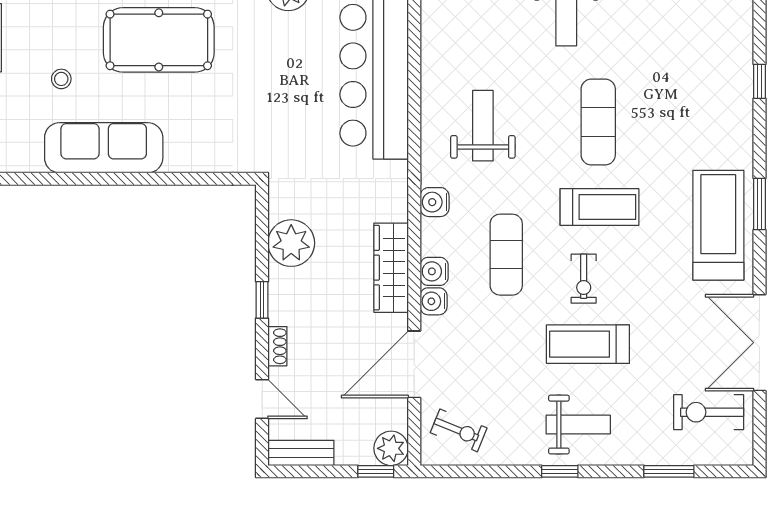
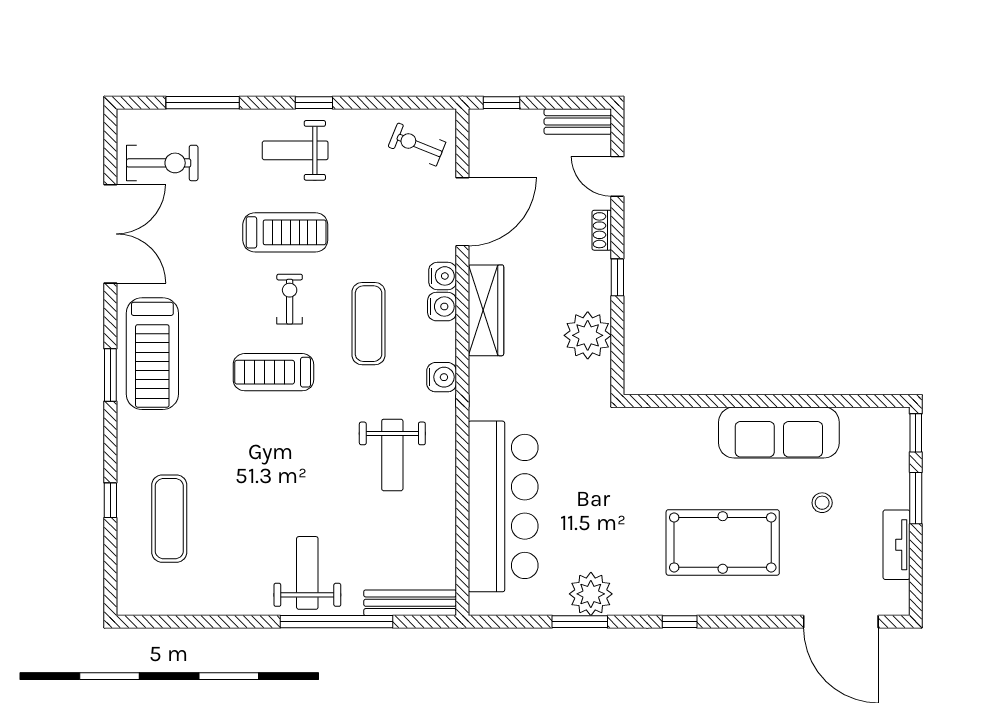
exercise mat: (598, 122) -> (169, 519), moved
plant: (391, 448) -> (486, 126), removed
window: (669, 471) -> (203, 103), width x1.44

